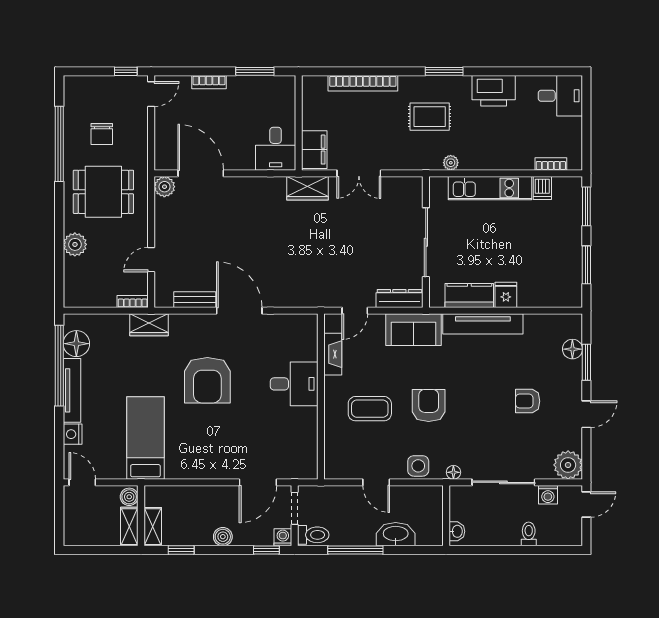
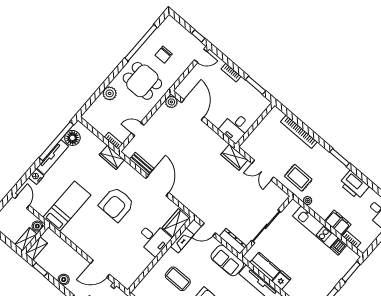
rug: (430, 117) -> (298, 178), moved
filing cabinet: (314, 150) -> (338, 223), moved, turned -90
wardrobe: (305, 339) -> (176, 223), added

